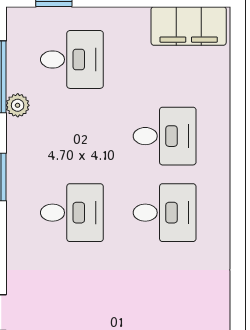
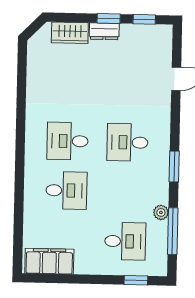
desk: (72, 59) -> (125, 241), turned 180
desk: (165, 136) -> (66, 190), turned 180

